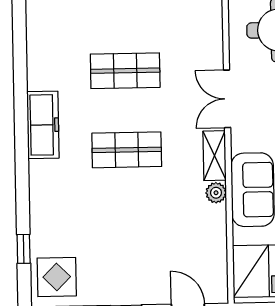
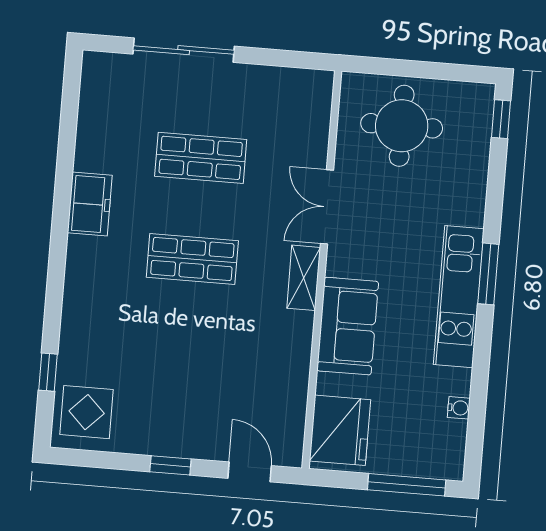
freezer: (43, 125) -> (90, 204), width x0.71
plant: (216, 193) -> (301, 325), removed

